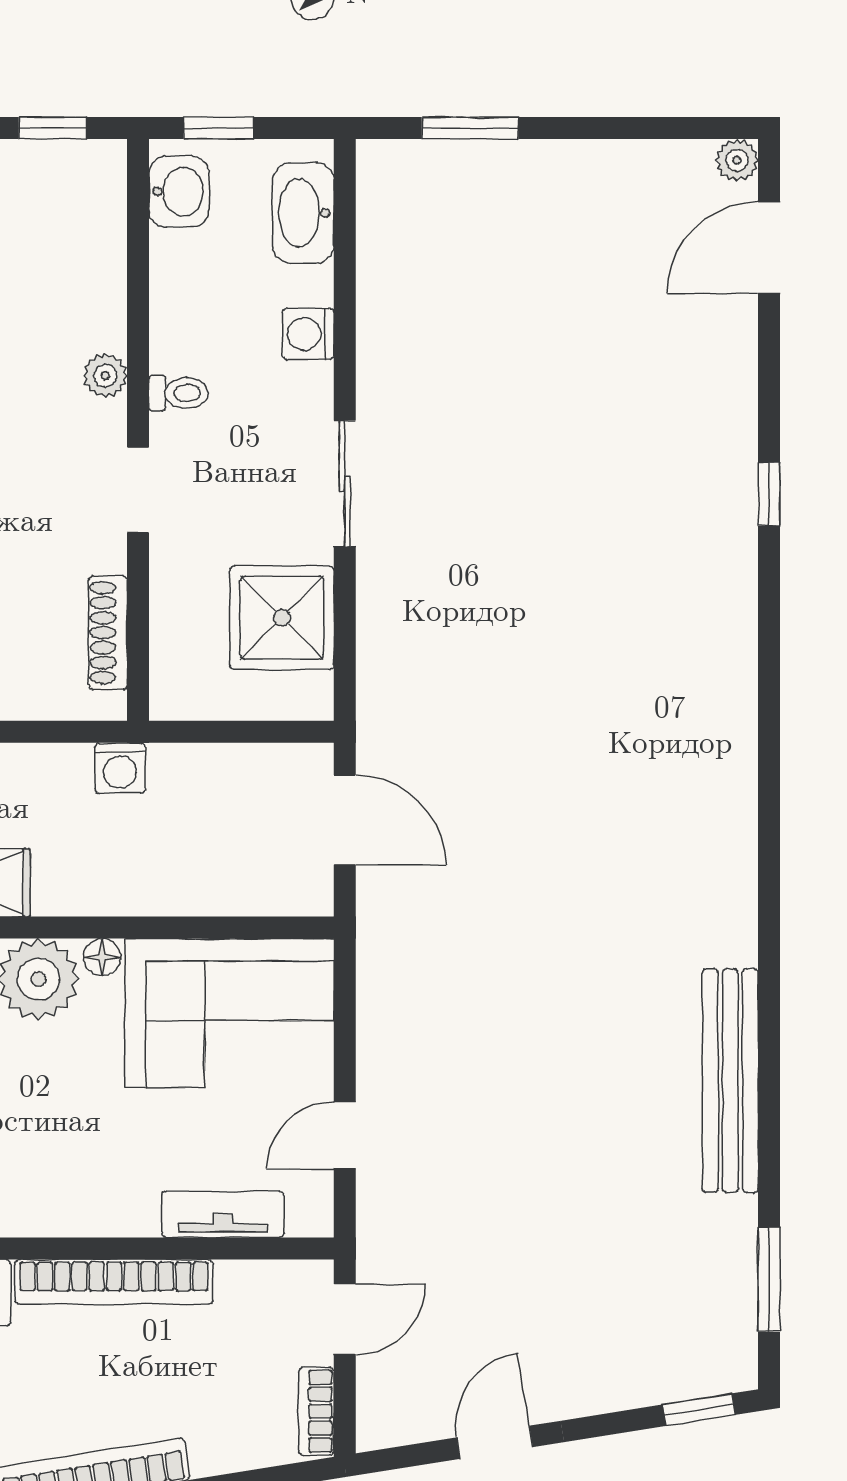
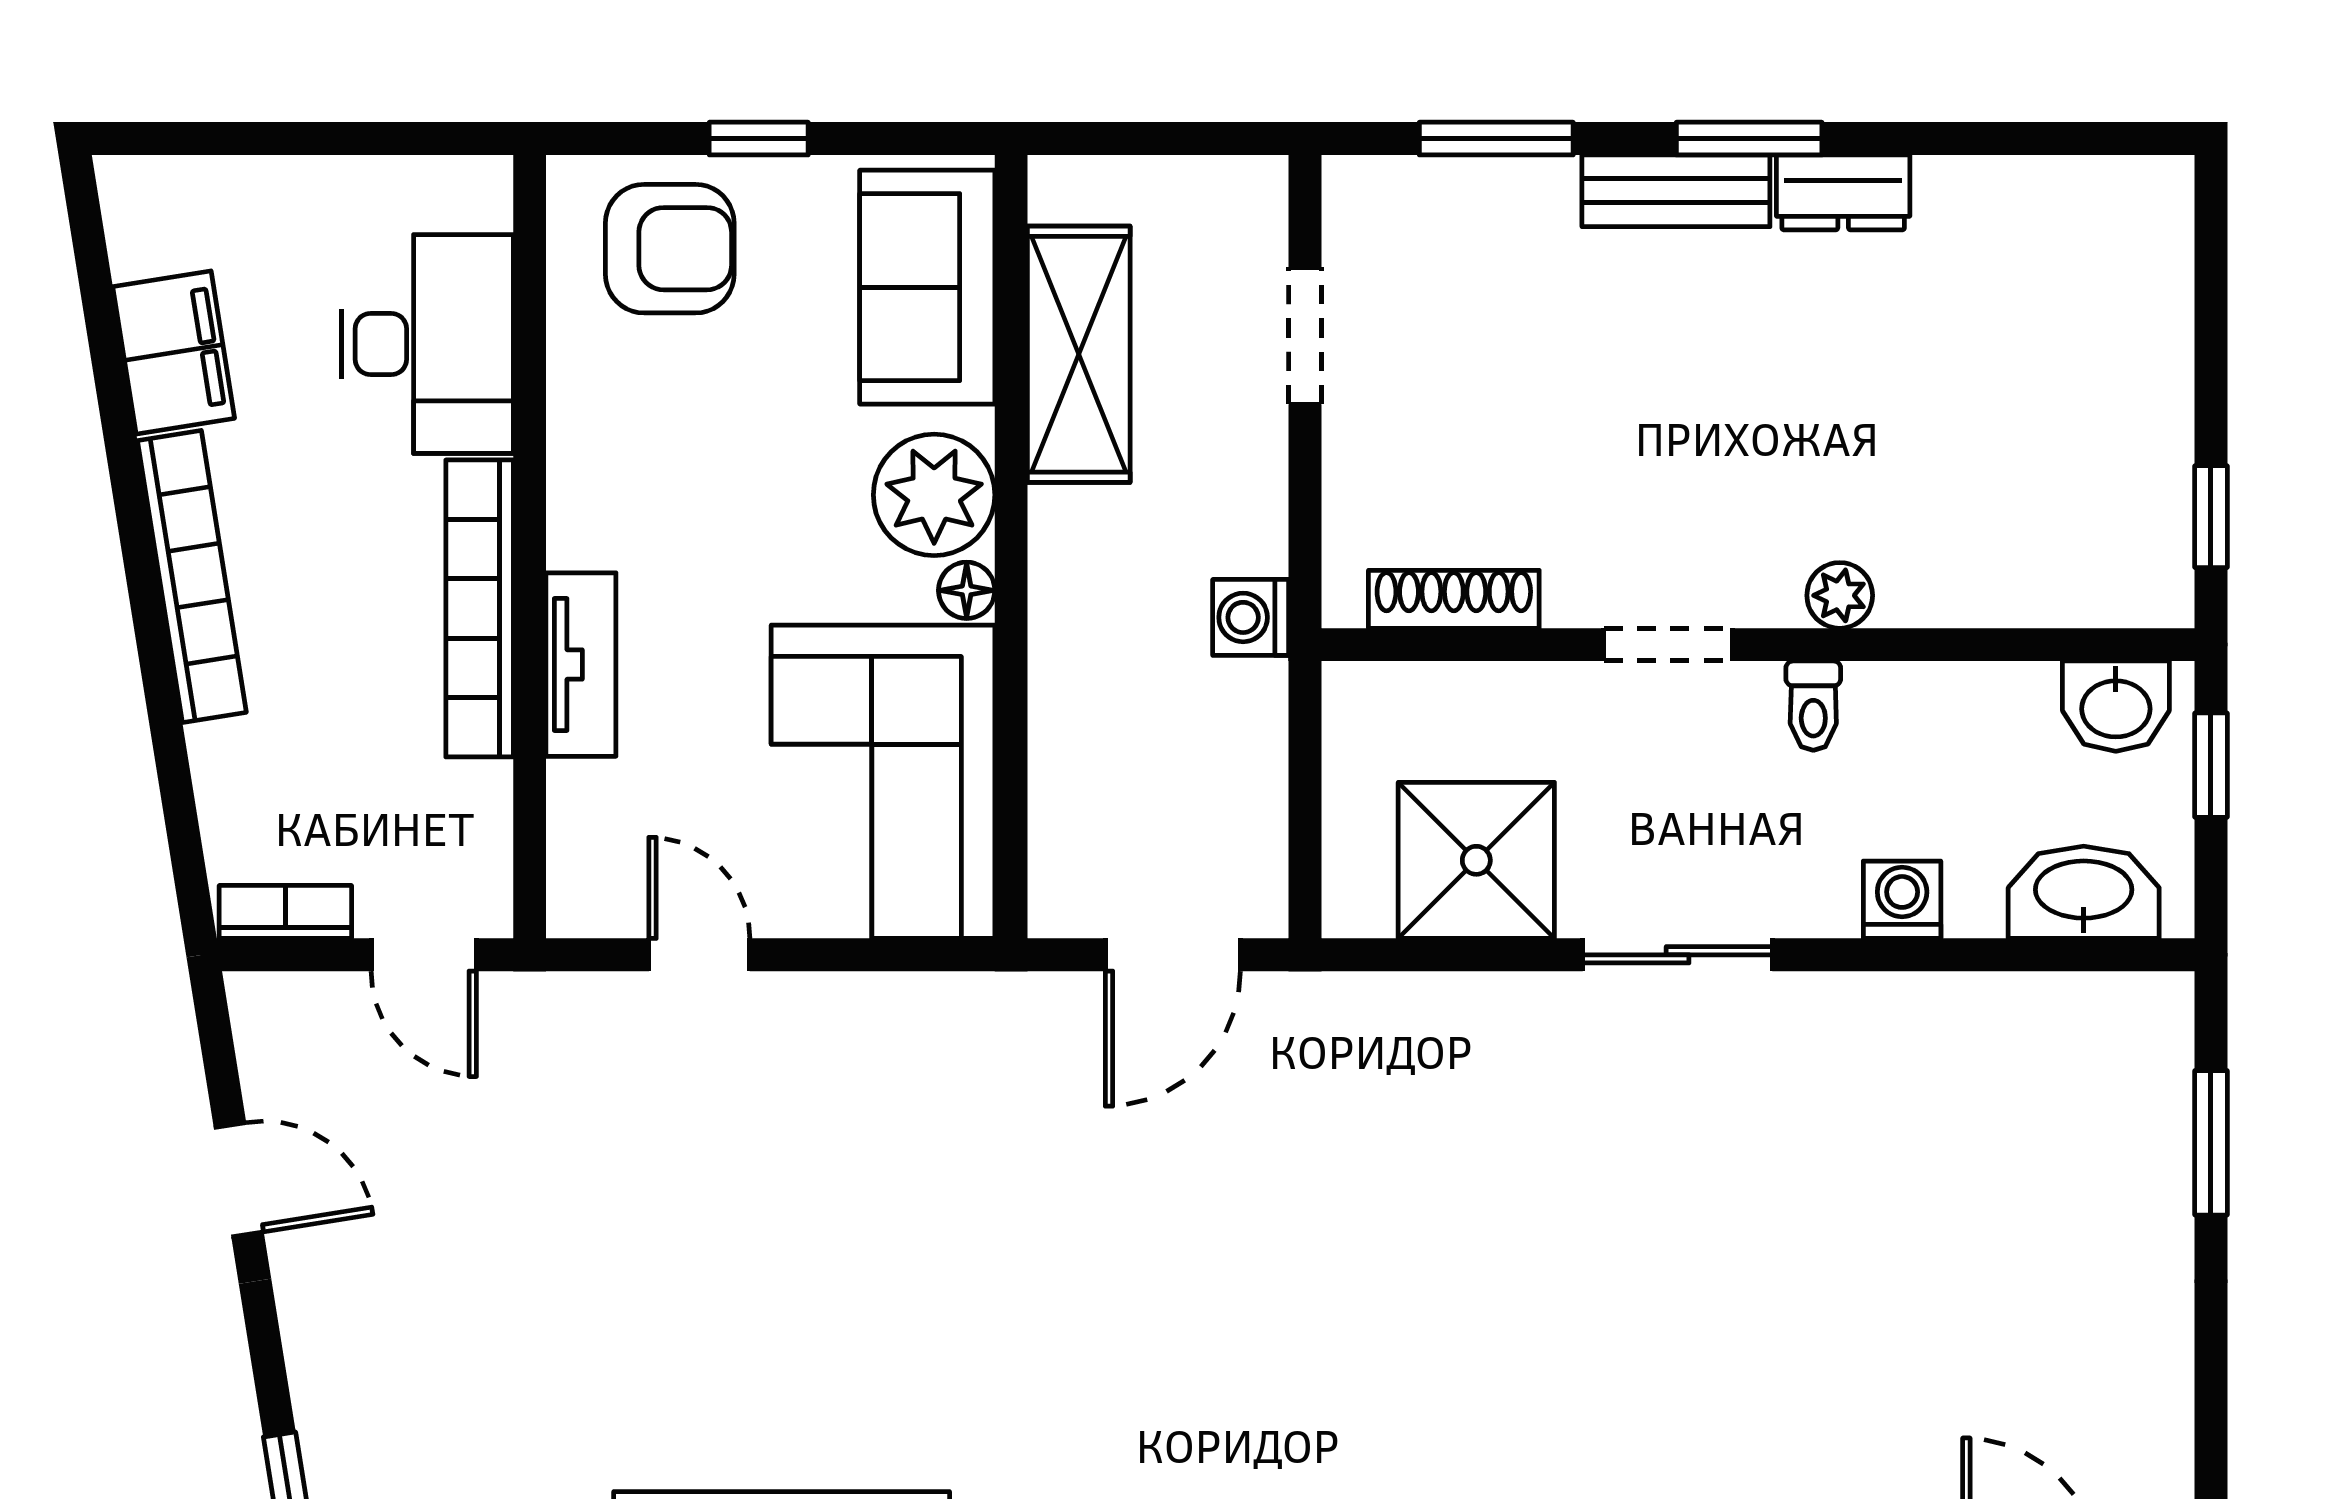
tv unit: (223, 1214) -> (581, 665), moved

